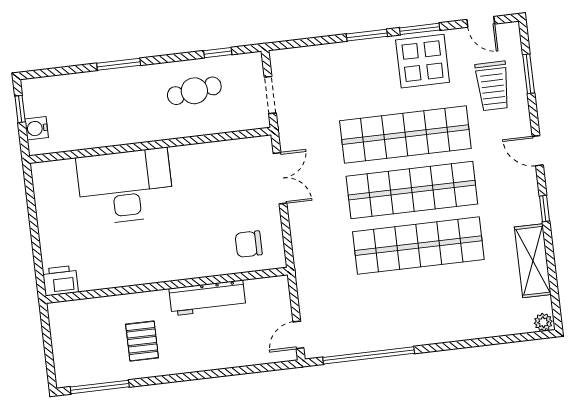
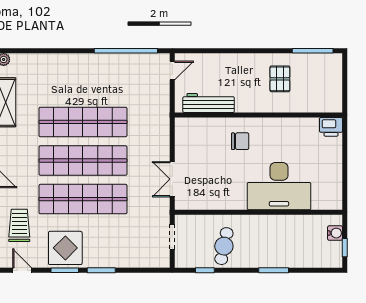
cafe table: (194, 91) -> (224, 246), turned -70
chair: (249, 244) -> (240, 141), moved
workbench: (207, 298) -> (209, 103), moved

